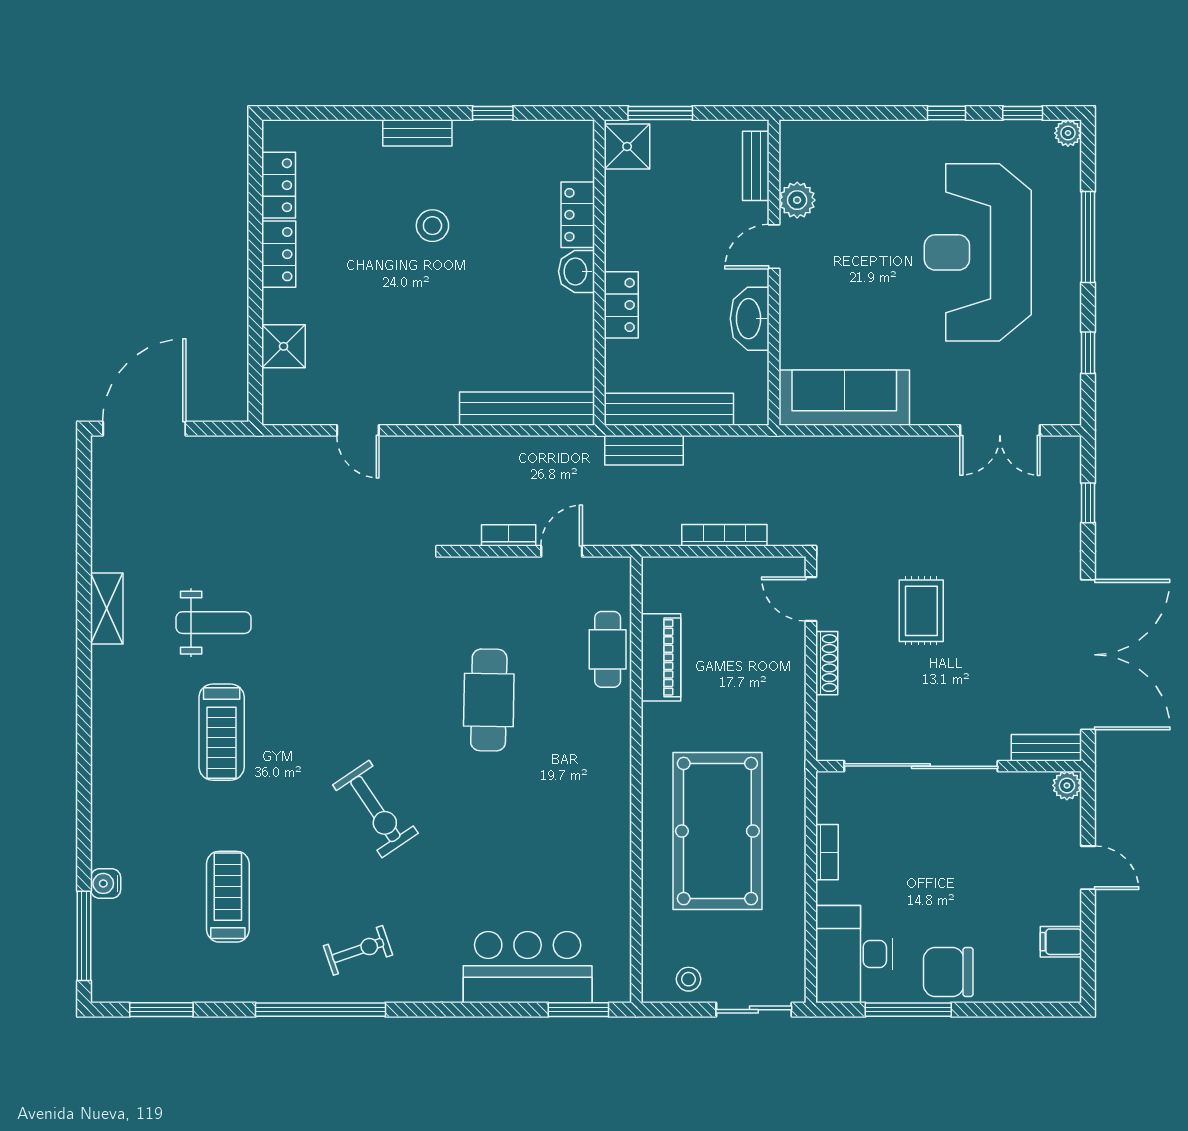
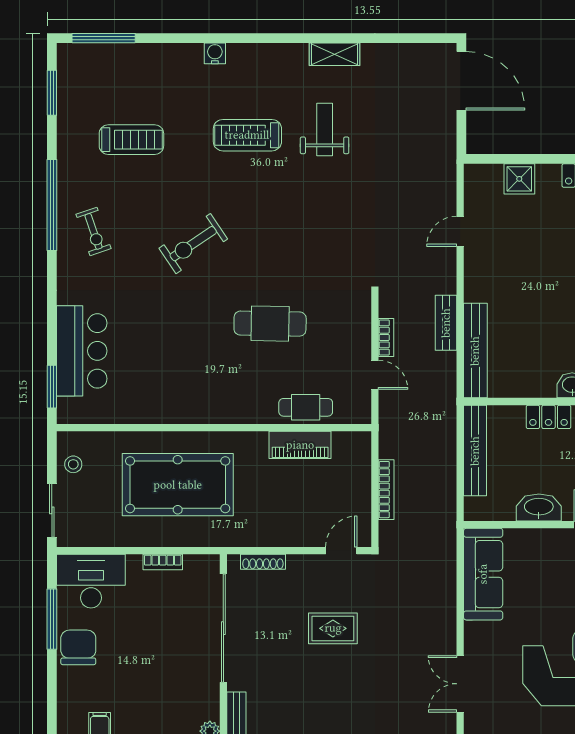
bench: (644, 450) -> (446, 323), moved
weight bench: (214, 623) -> (325, 130), turned 180
shoe rack: (827, 663) -> (263, 562), moved
water cooler: (106, 883) -> (215, 53), moved

